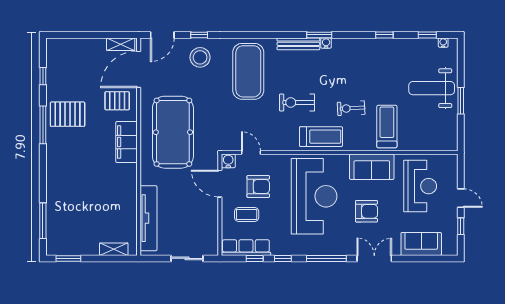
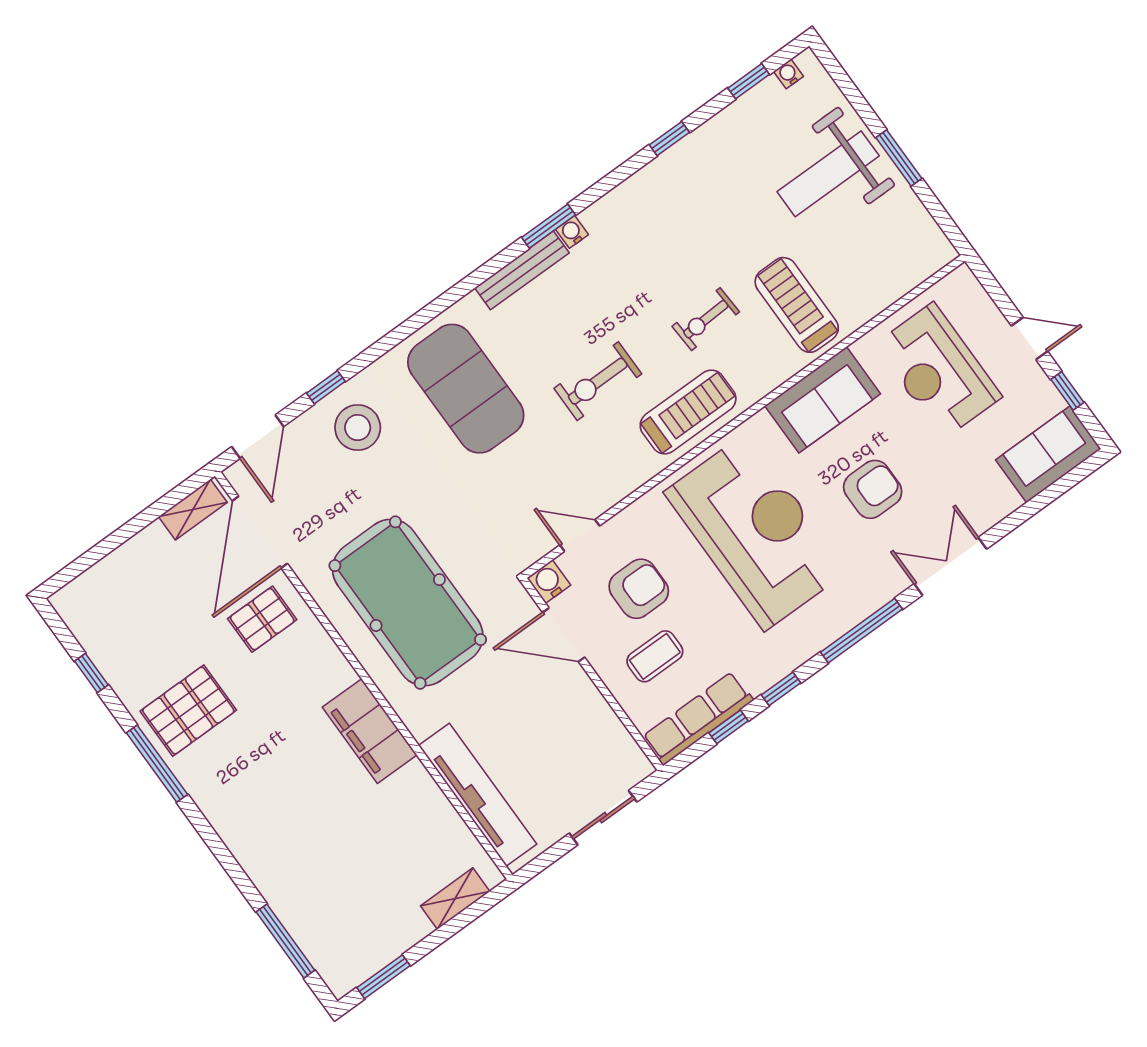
filing cabinet: (126, 142) -> (370, 731), moved
reception desk: (420, 186) -> (938, 371), turned 180
sofa: (421, 244) -> (1048, 454), moved

